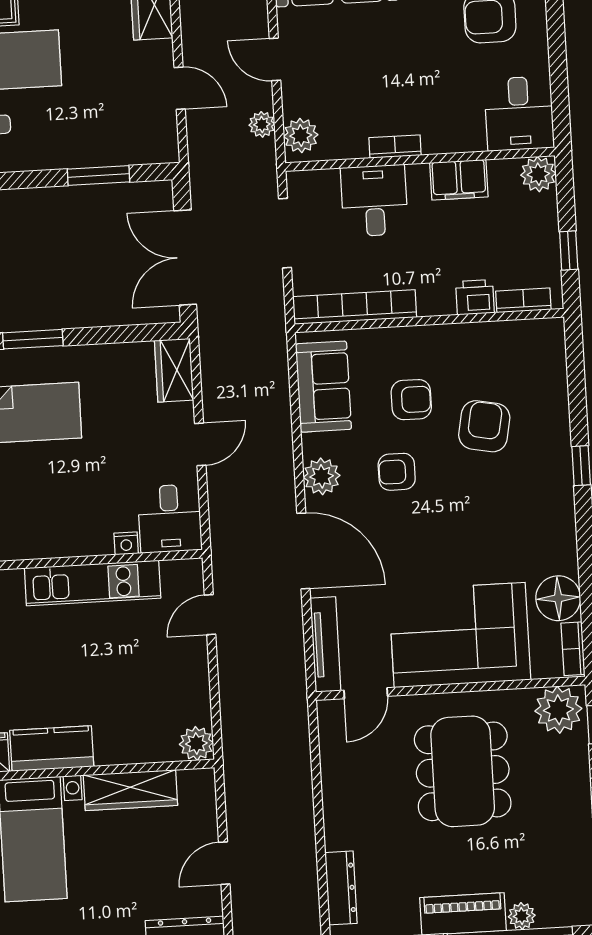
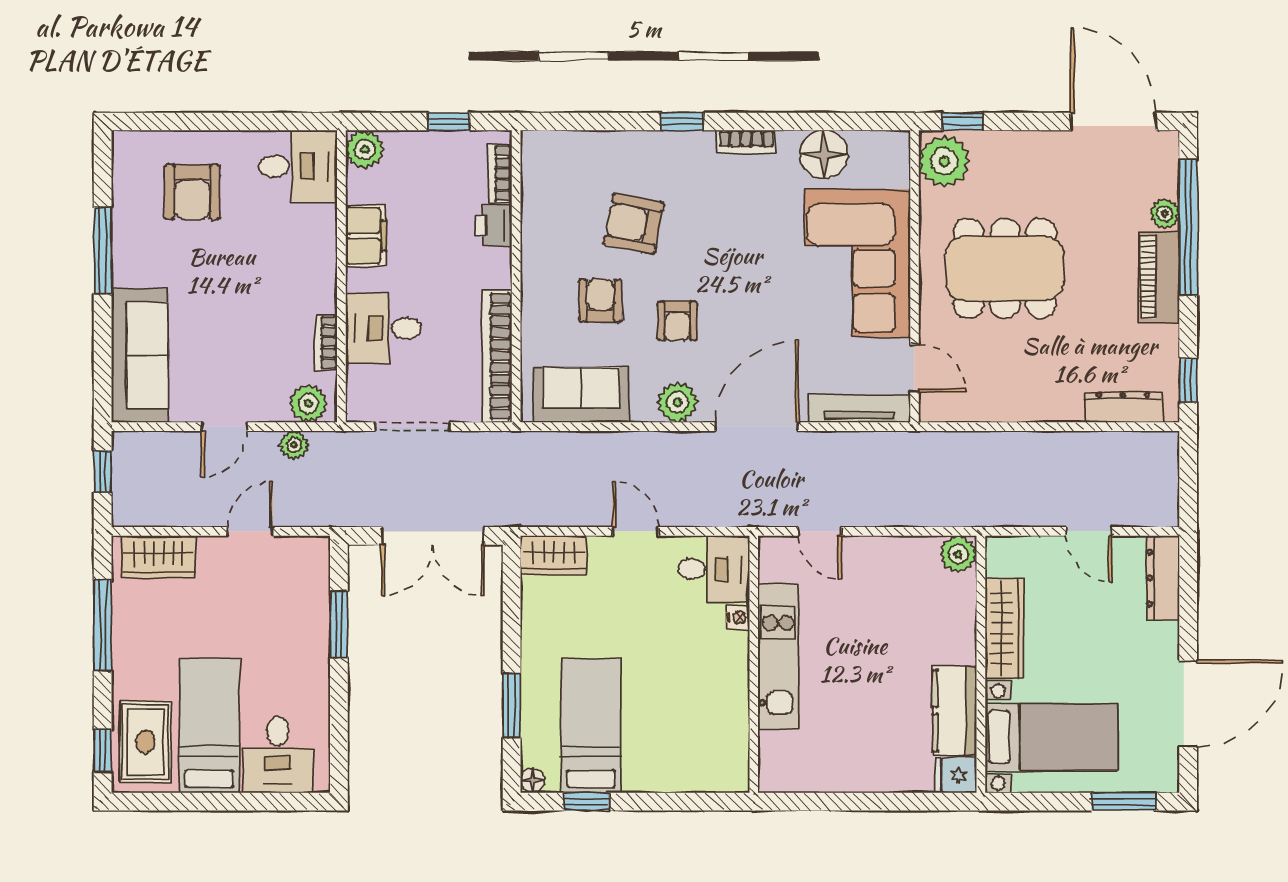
bookcase: (395, 146) -> (326, 342), moved
bookcase: (573, 649) -> (746, 142), moved

